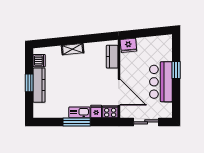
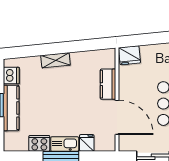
kitchen counter: (112, 57) -> (108, 84), moved
cooker: (110, 112) -> (39, 143), moved

